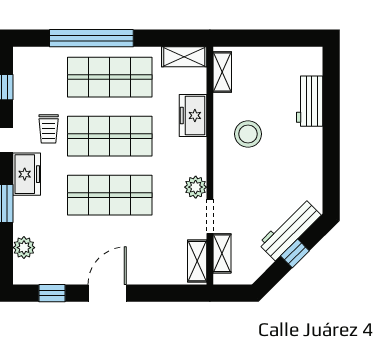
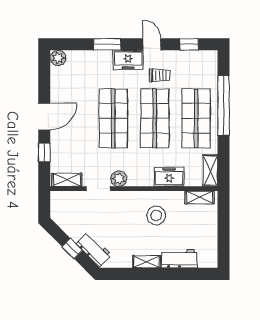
trolley: (49, 129) -> (160, 75), turned 180
workbench: (290, 229) -> (93, 249), width x0.73
plant: (24, 248) -> (58, 58), moved
shelving: (222, 253) -> (146, 262), moved
window: (52, 293) -> (44, 153), moved
door: (107, 293) -> (44, 116), hinge flipped

